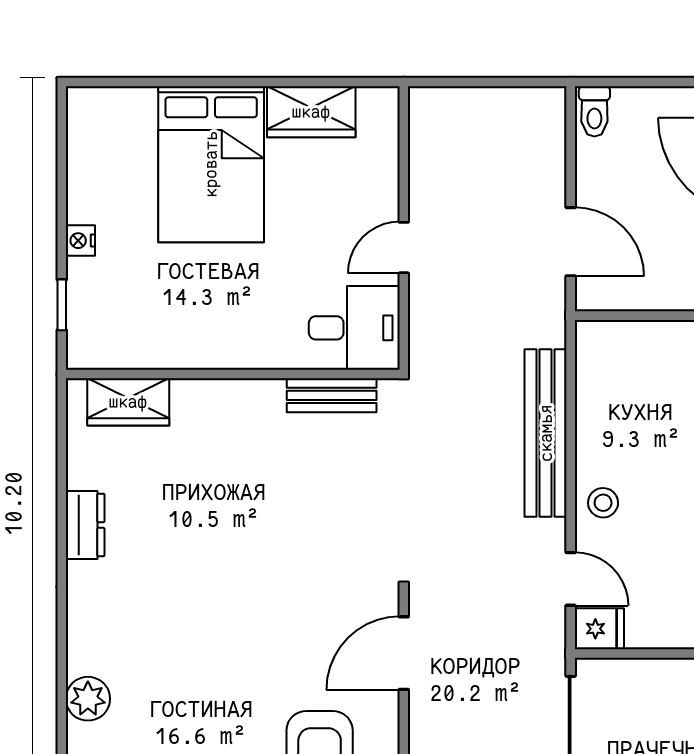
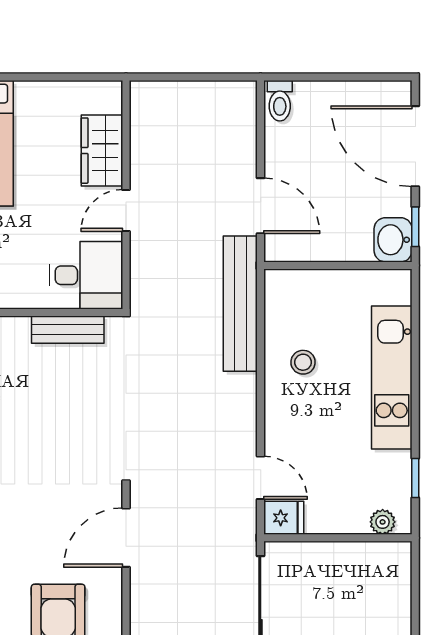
wardrobe: (311, 112) -> (102, 151), moved, turned 90
bench: (546, 433) -> (240, 304), moved
stool: (603, 503) -> (303, 362), moved

